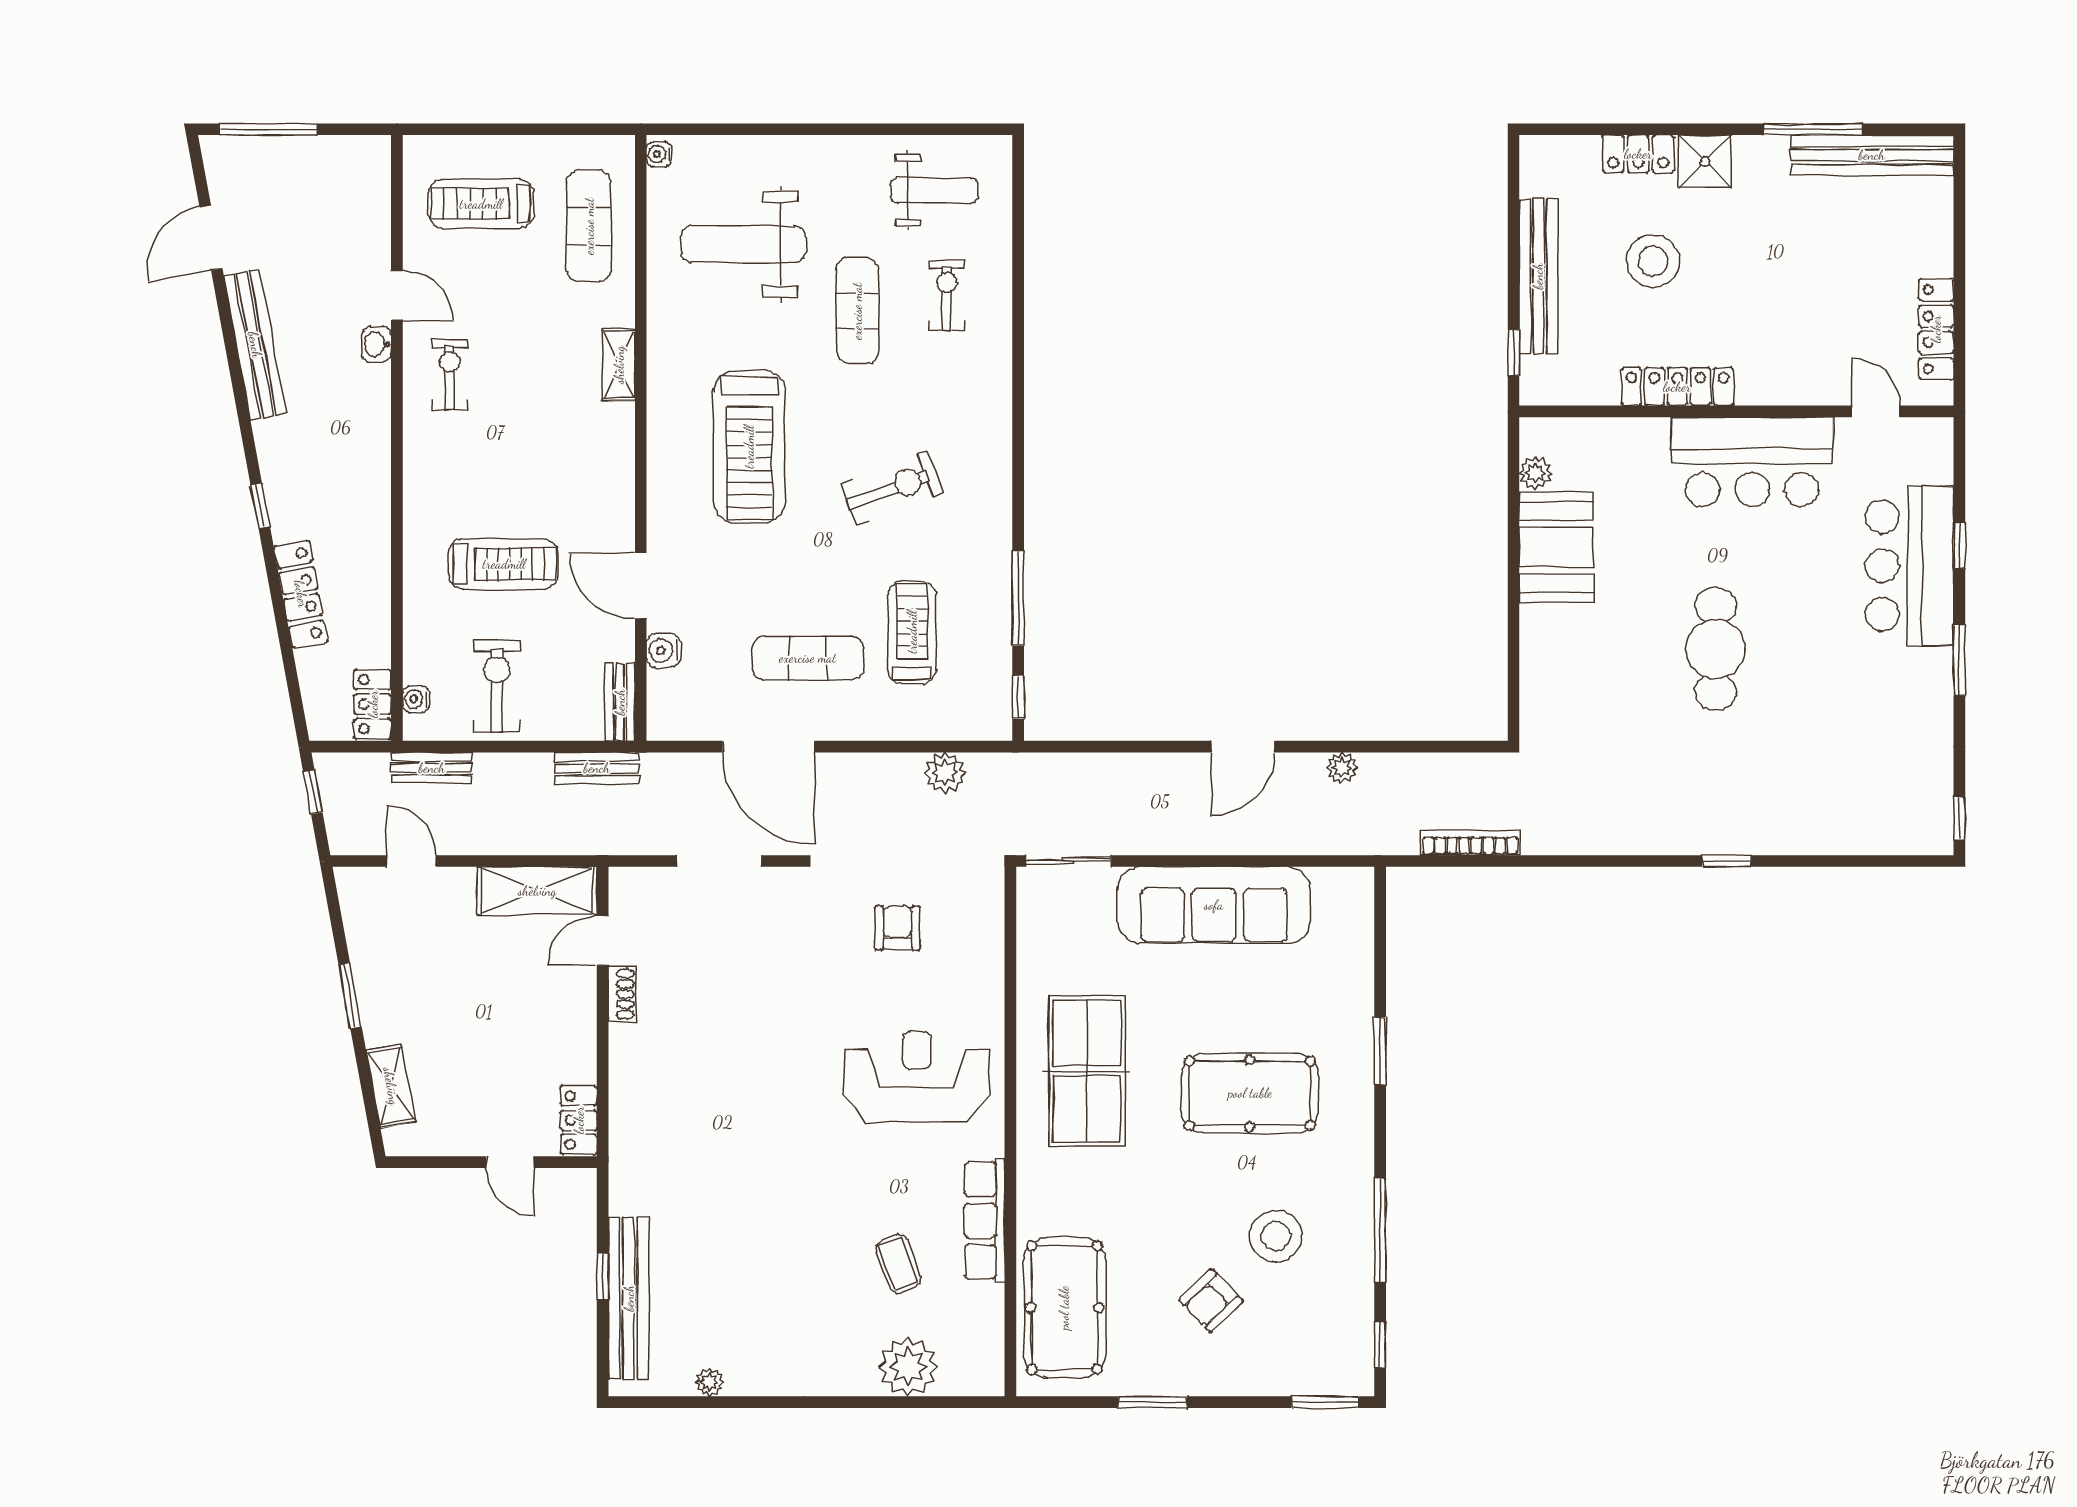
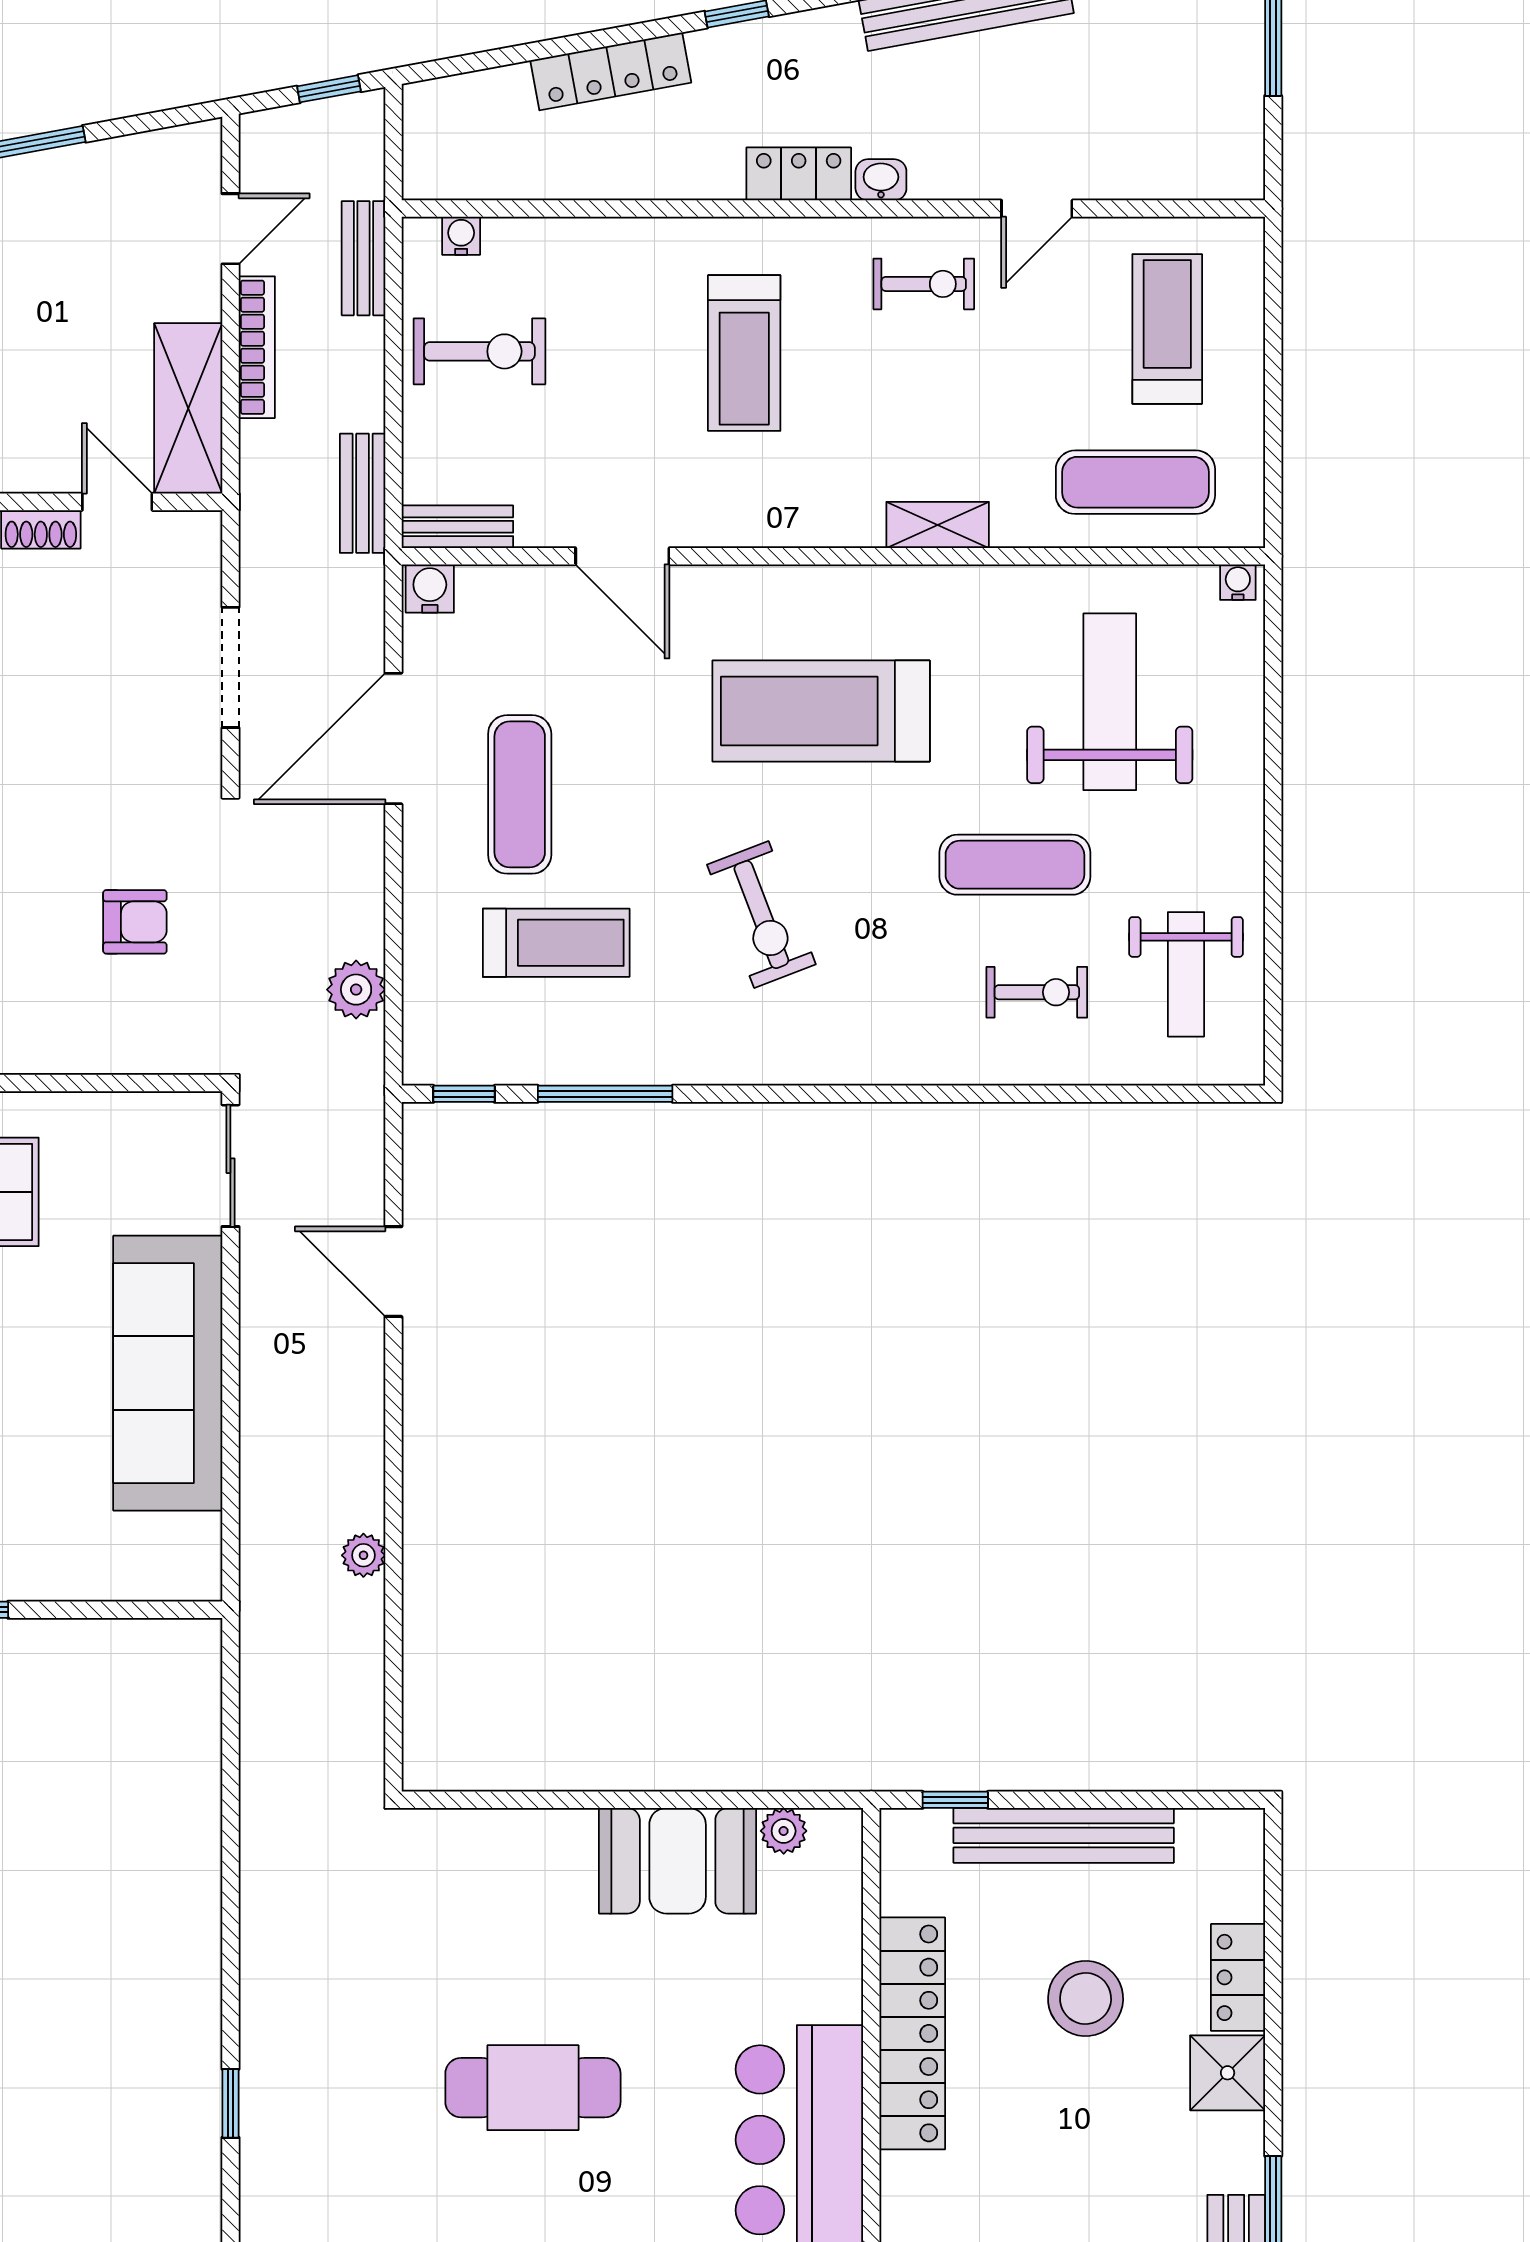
washbasin: (377, 344) -> (881, 180), moved
locker: (1677, 387) -> (912, 2033), width x1.41, depth x1.21
treadmill: (504, 564) -> (744, 353), moved
door: (641, 586) -> (622, 556), swing flipped
water cooler: (663, 651) -> (430, 588), moved
locker: (373, 704) -> (799, 174), moved
door: (1243, 747) -> (393, 1272), moved
bookcase: (1470, 843) -> (257, 347), moved

